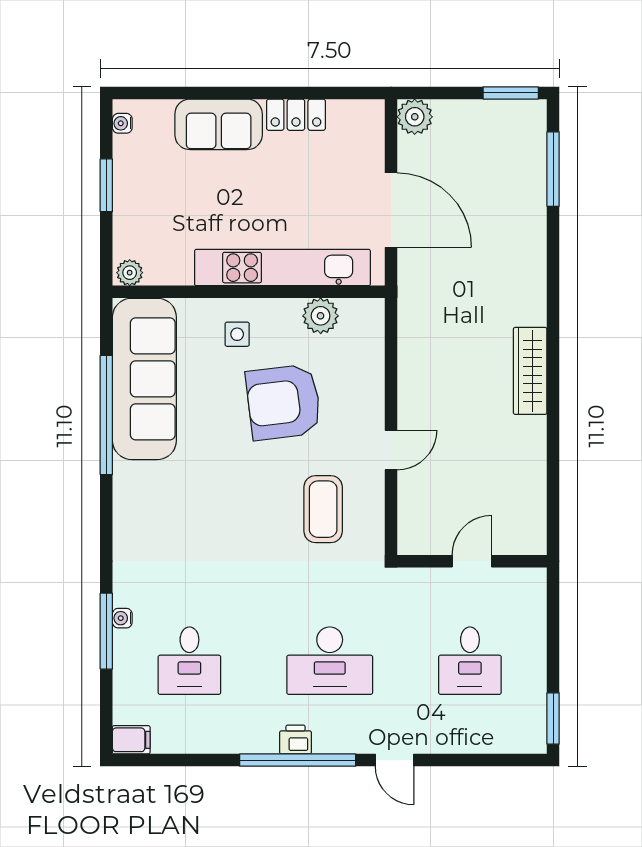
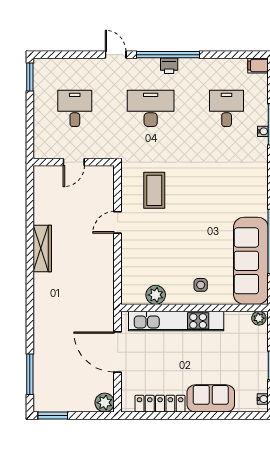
locker: (296, 115) -> (160, 404), width x1.53
wardrobe: (530, 371) -> (42, 248), moved
armchair: (284, 402) -> (176, 248), removed

